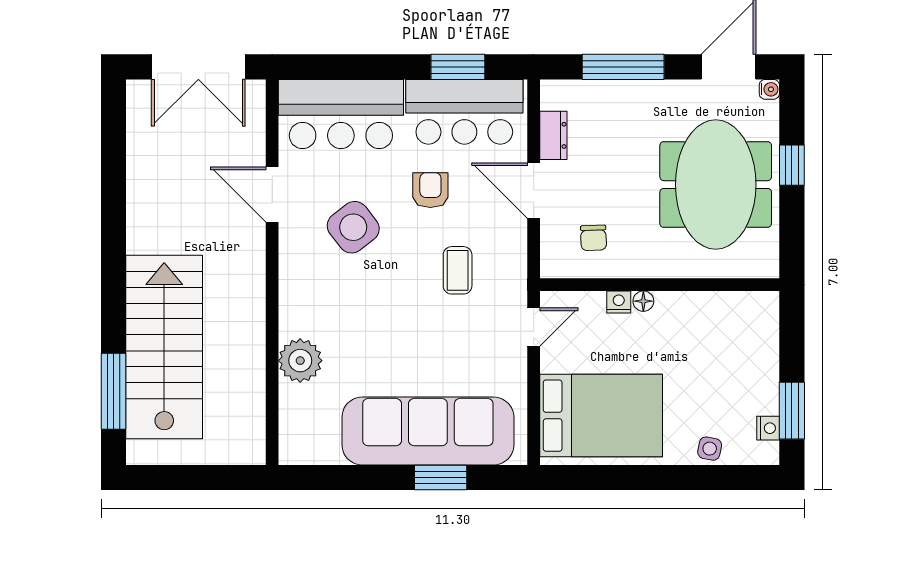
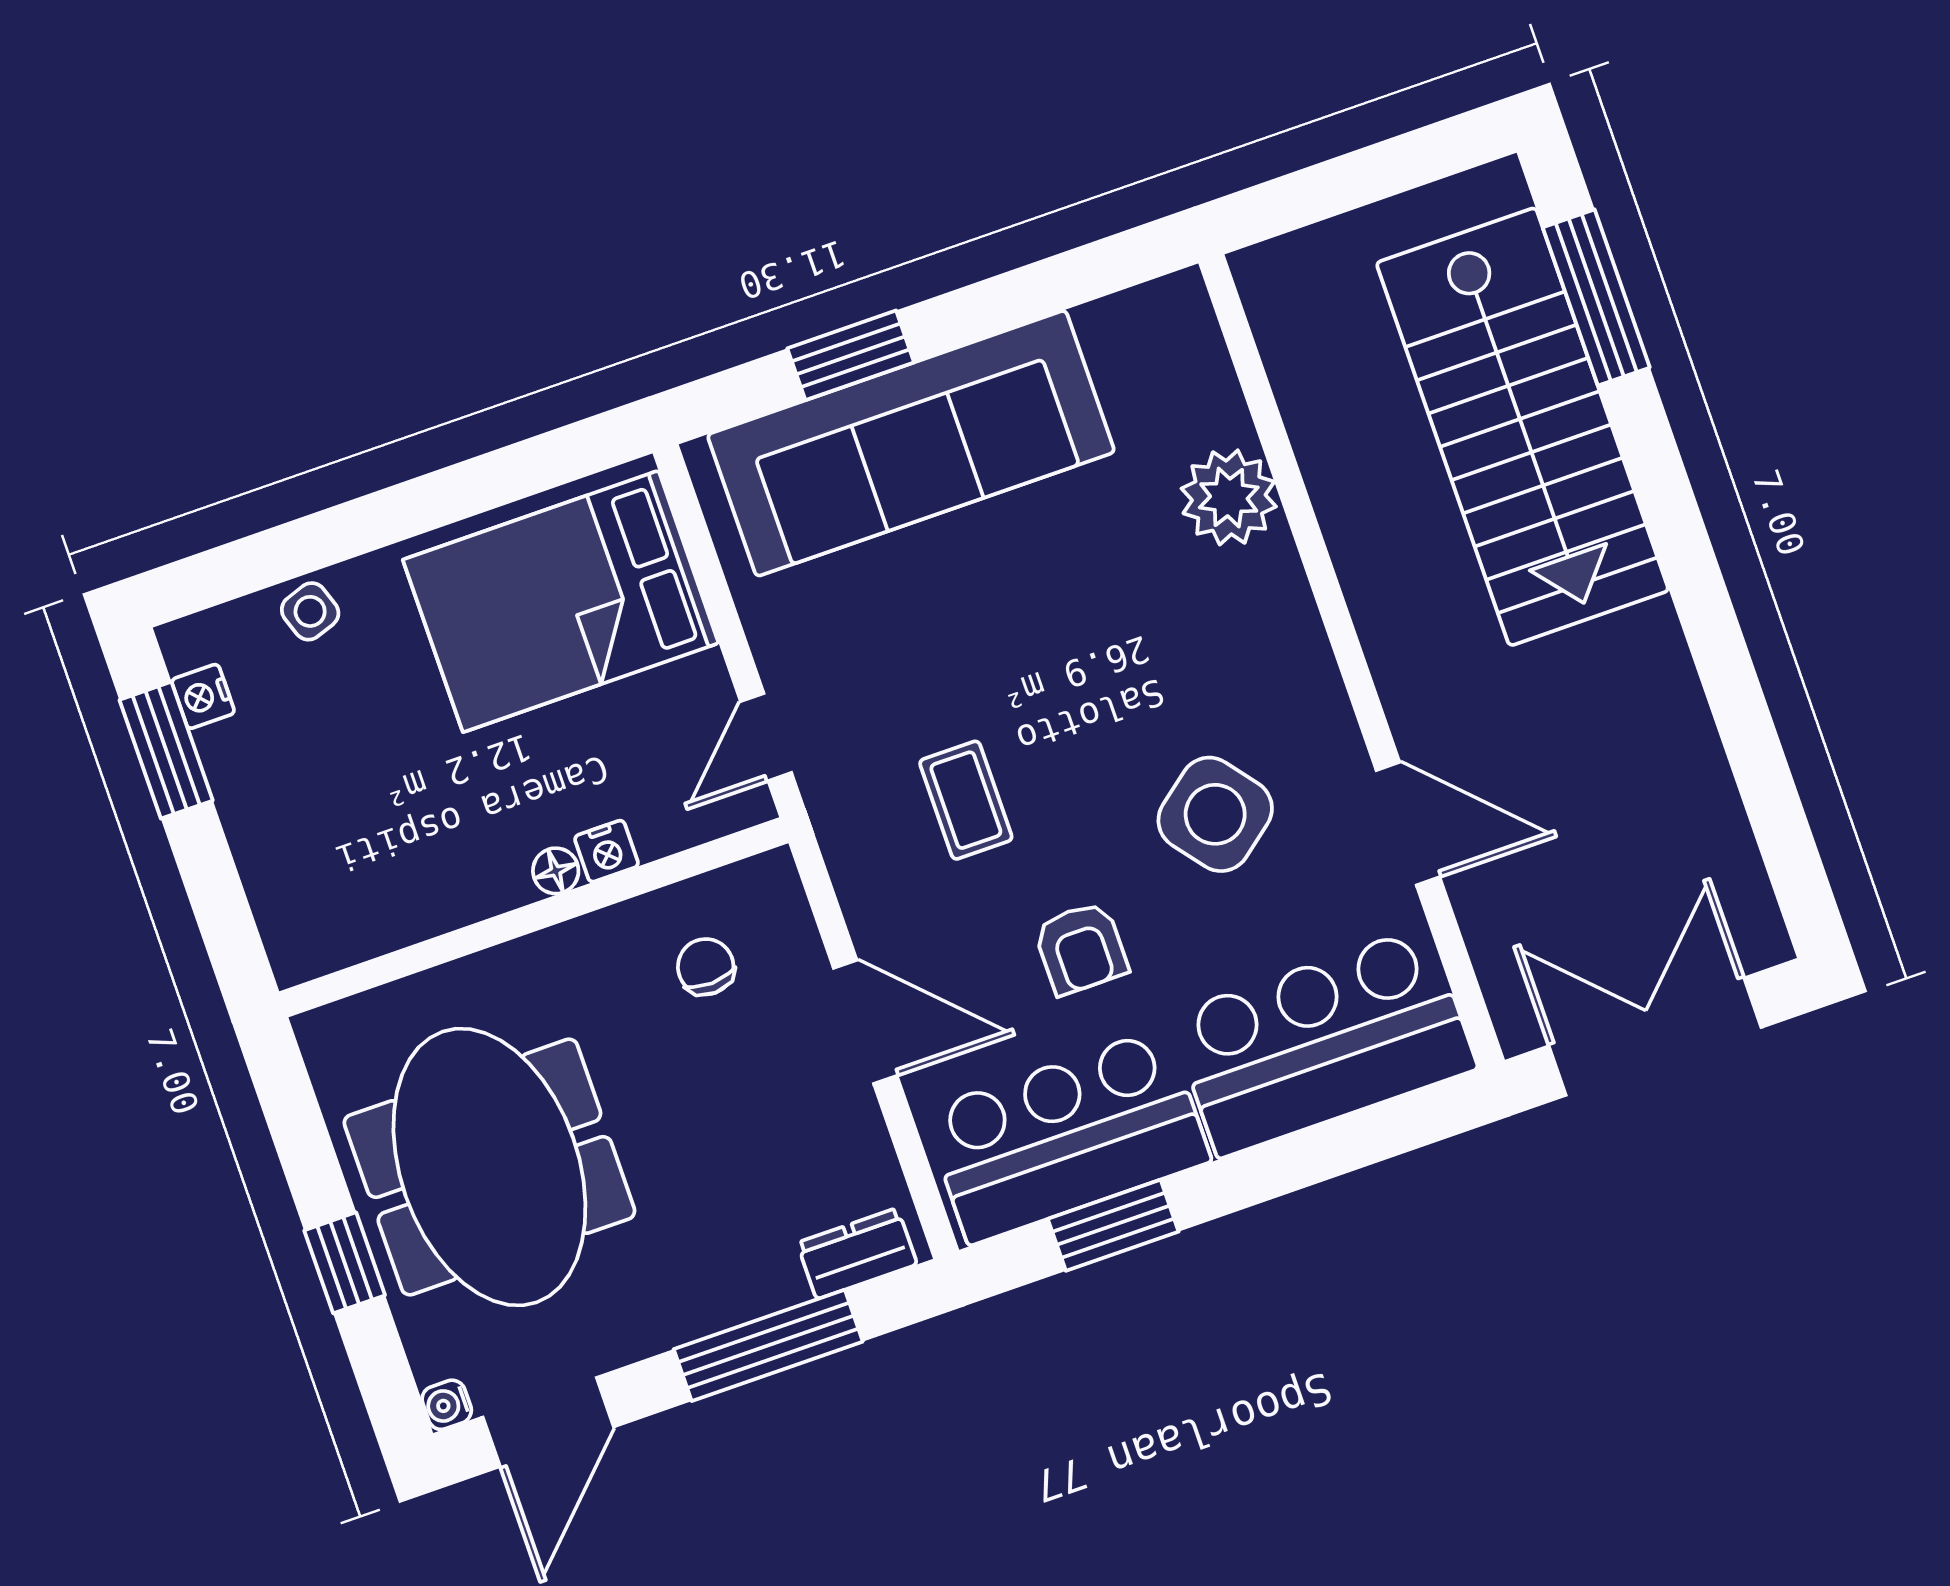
dresser: (553, 135) -> (857, 1253), moved, turned 90
side table: (710, 449) -> (310, 611), turned -30

